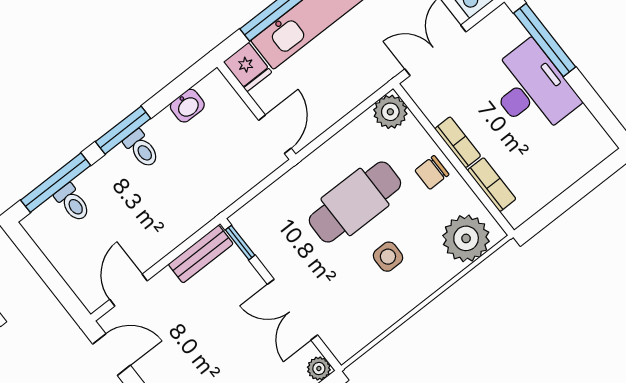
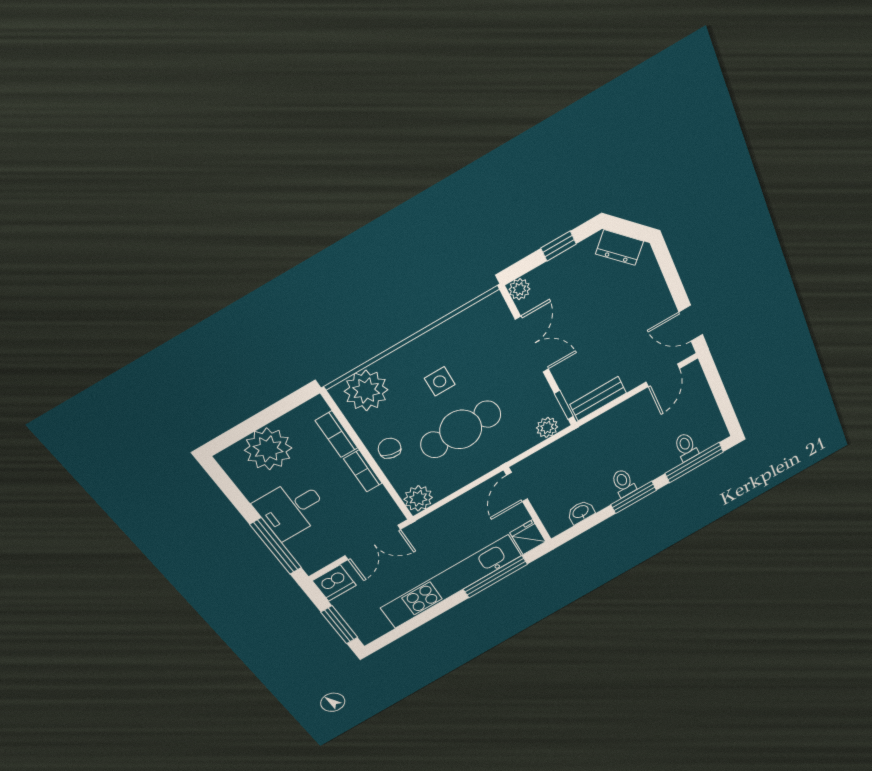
desk: (531, 90) -> (292, 509), width x0.73
plant: (562, 161) -> (268, 449), added
chair: (432, 172) -> (390, 448), turned -76
plant: (254, 213) -> (547, 427), added

